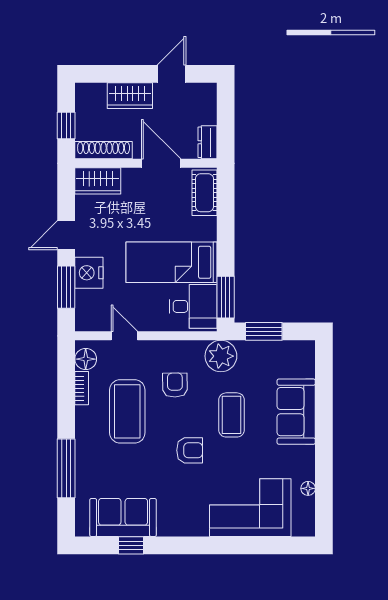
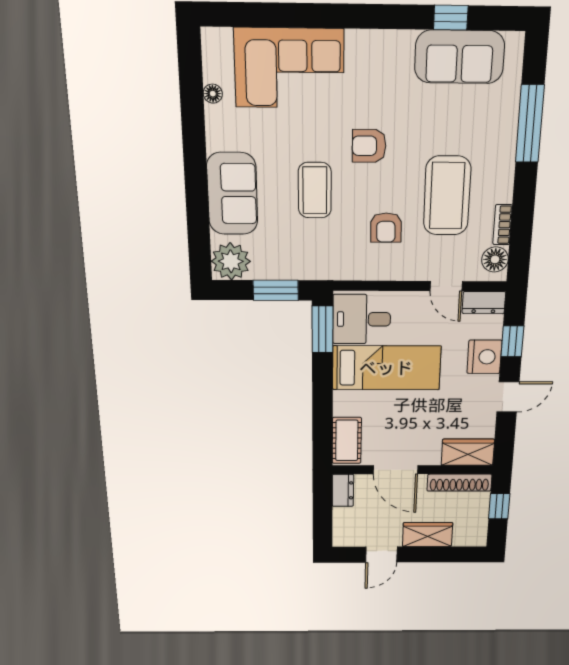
window: (66, 287) -> (512, 341), width x0.67
dresser: (92, 322) -> (484, 303), added
plant: (221, 356) -> (231, 261), moved

